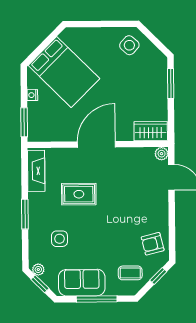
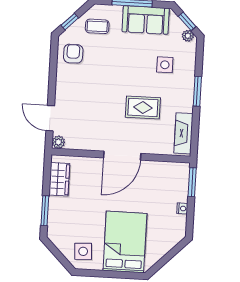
side table: (129, 45) -> (83, 251), turned 45
bed: (64, 72) -> (125, 242), moved, turned 45
wardrobe: (151, 131) -> (59, 179), moved, turned -90
armchair: (153, 244) -> (73, 54), turned -76

